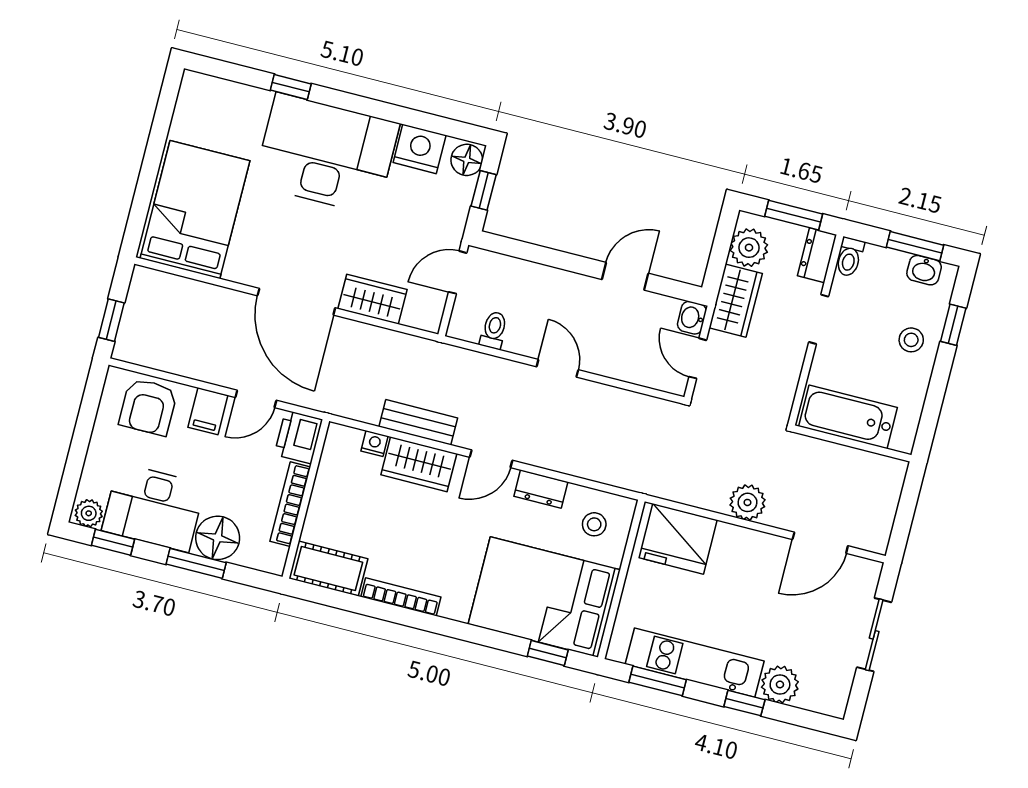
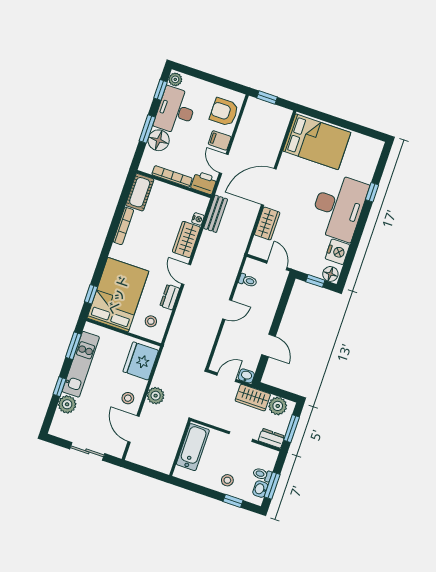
toilet: (850, 257) -> (262, 474), moved
bench: (418, 422) -> (216, 214), moved
stool: (757, 559) -> (128, 398), added

